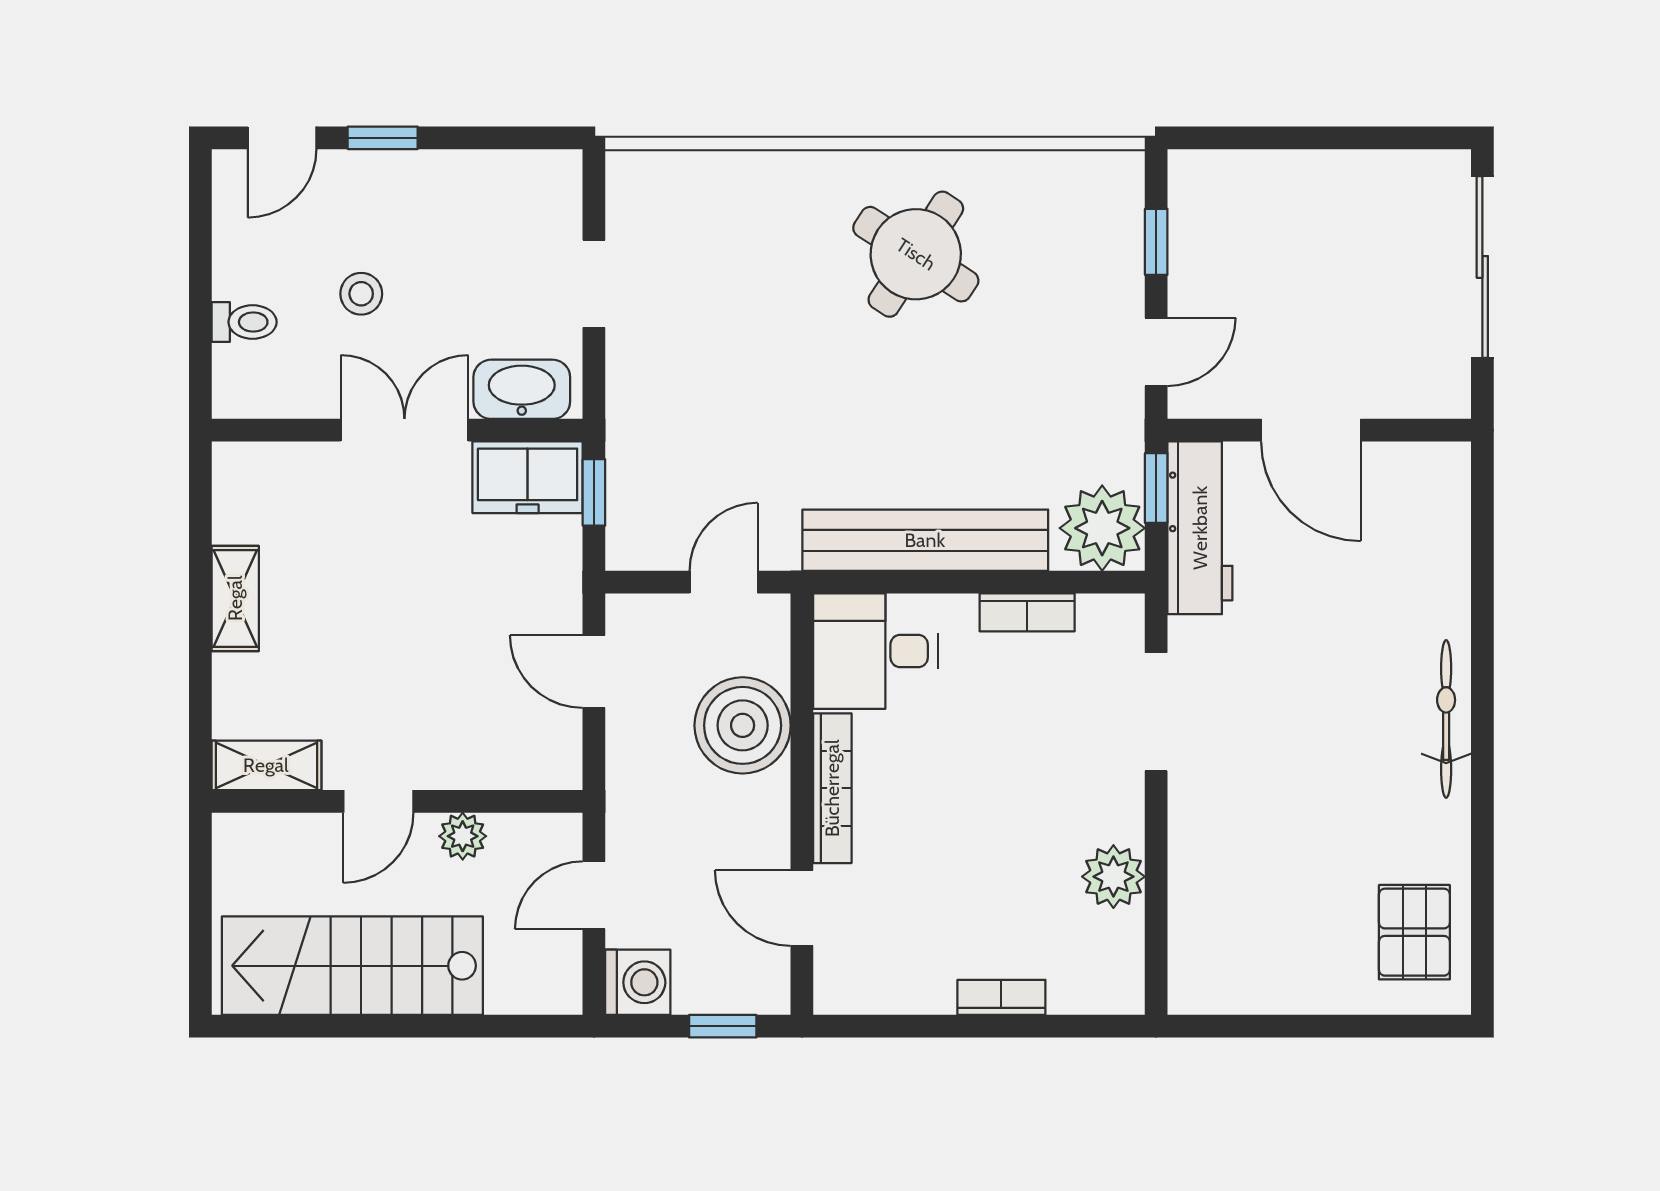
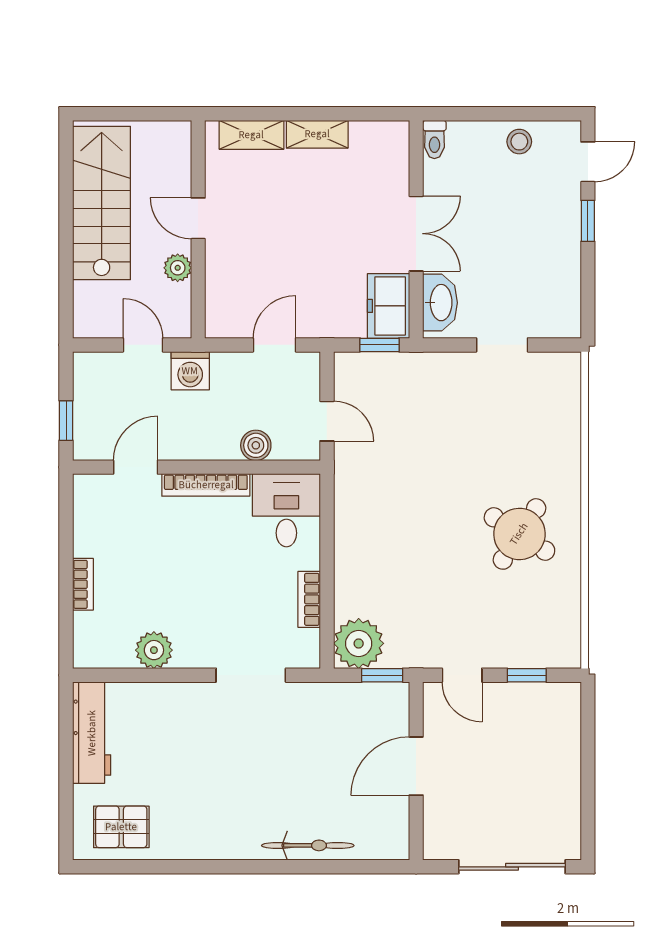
door: (282, 138) -> (588, 162), swing flipped
stool: (361, 294) -> (519, 142), moved
toilet: (244, 322) -> (434, 139), moved
workbench: (1200, 528) -> (92, 733), moved, turned -90
bench: (925, 540) -> (351, 540), removed
bicycle: (1446, 719) -> (308, 845), moved
boiler: (743, 725) -> (256, 445), width x0.54, depth x0.54
shelving: (266, 765) -> (251, 135), moved, turned 90
washing machine: (638, 982) -> (190, 371), moved

